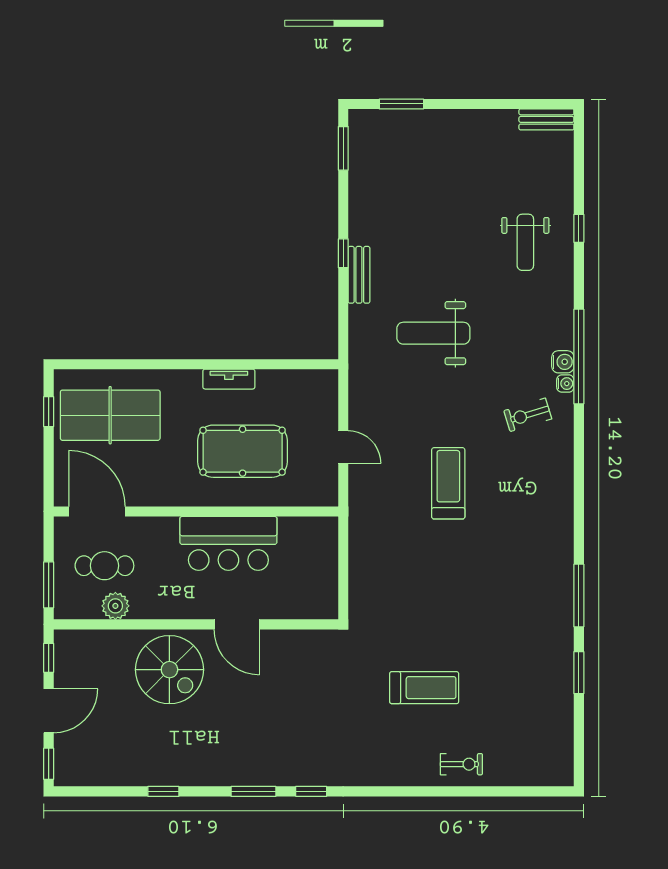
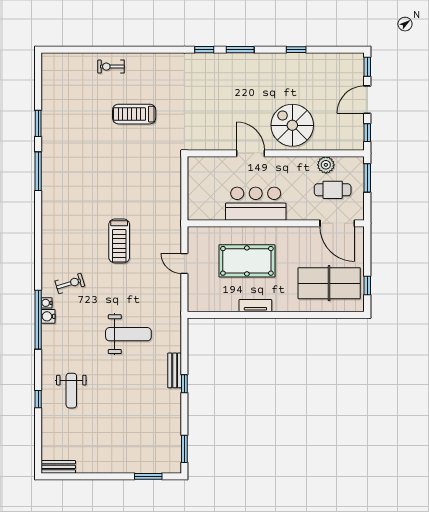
weight bench: (525, 242) -> (71, 391), turned 180

